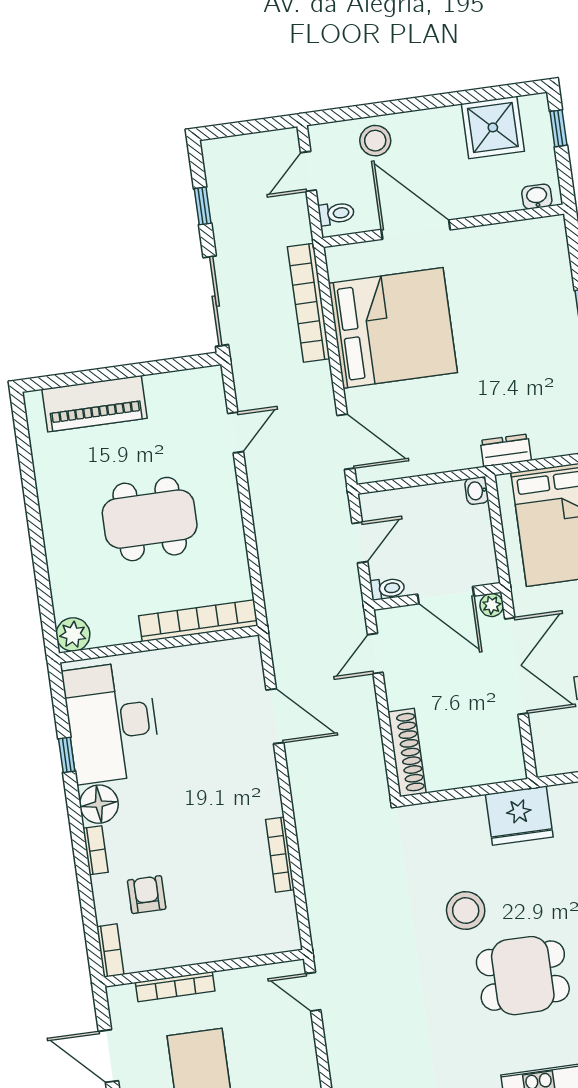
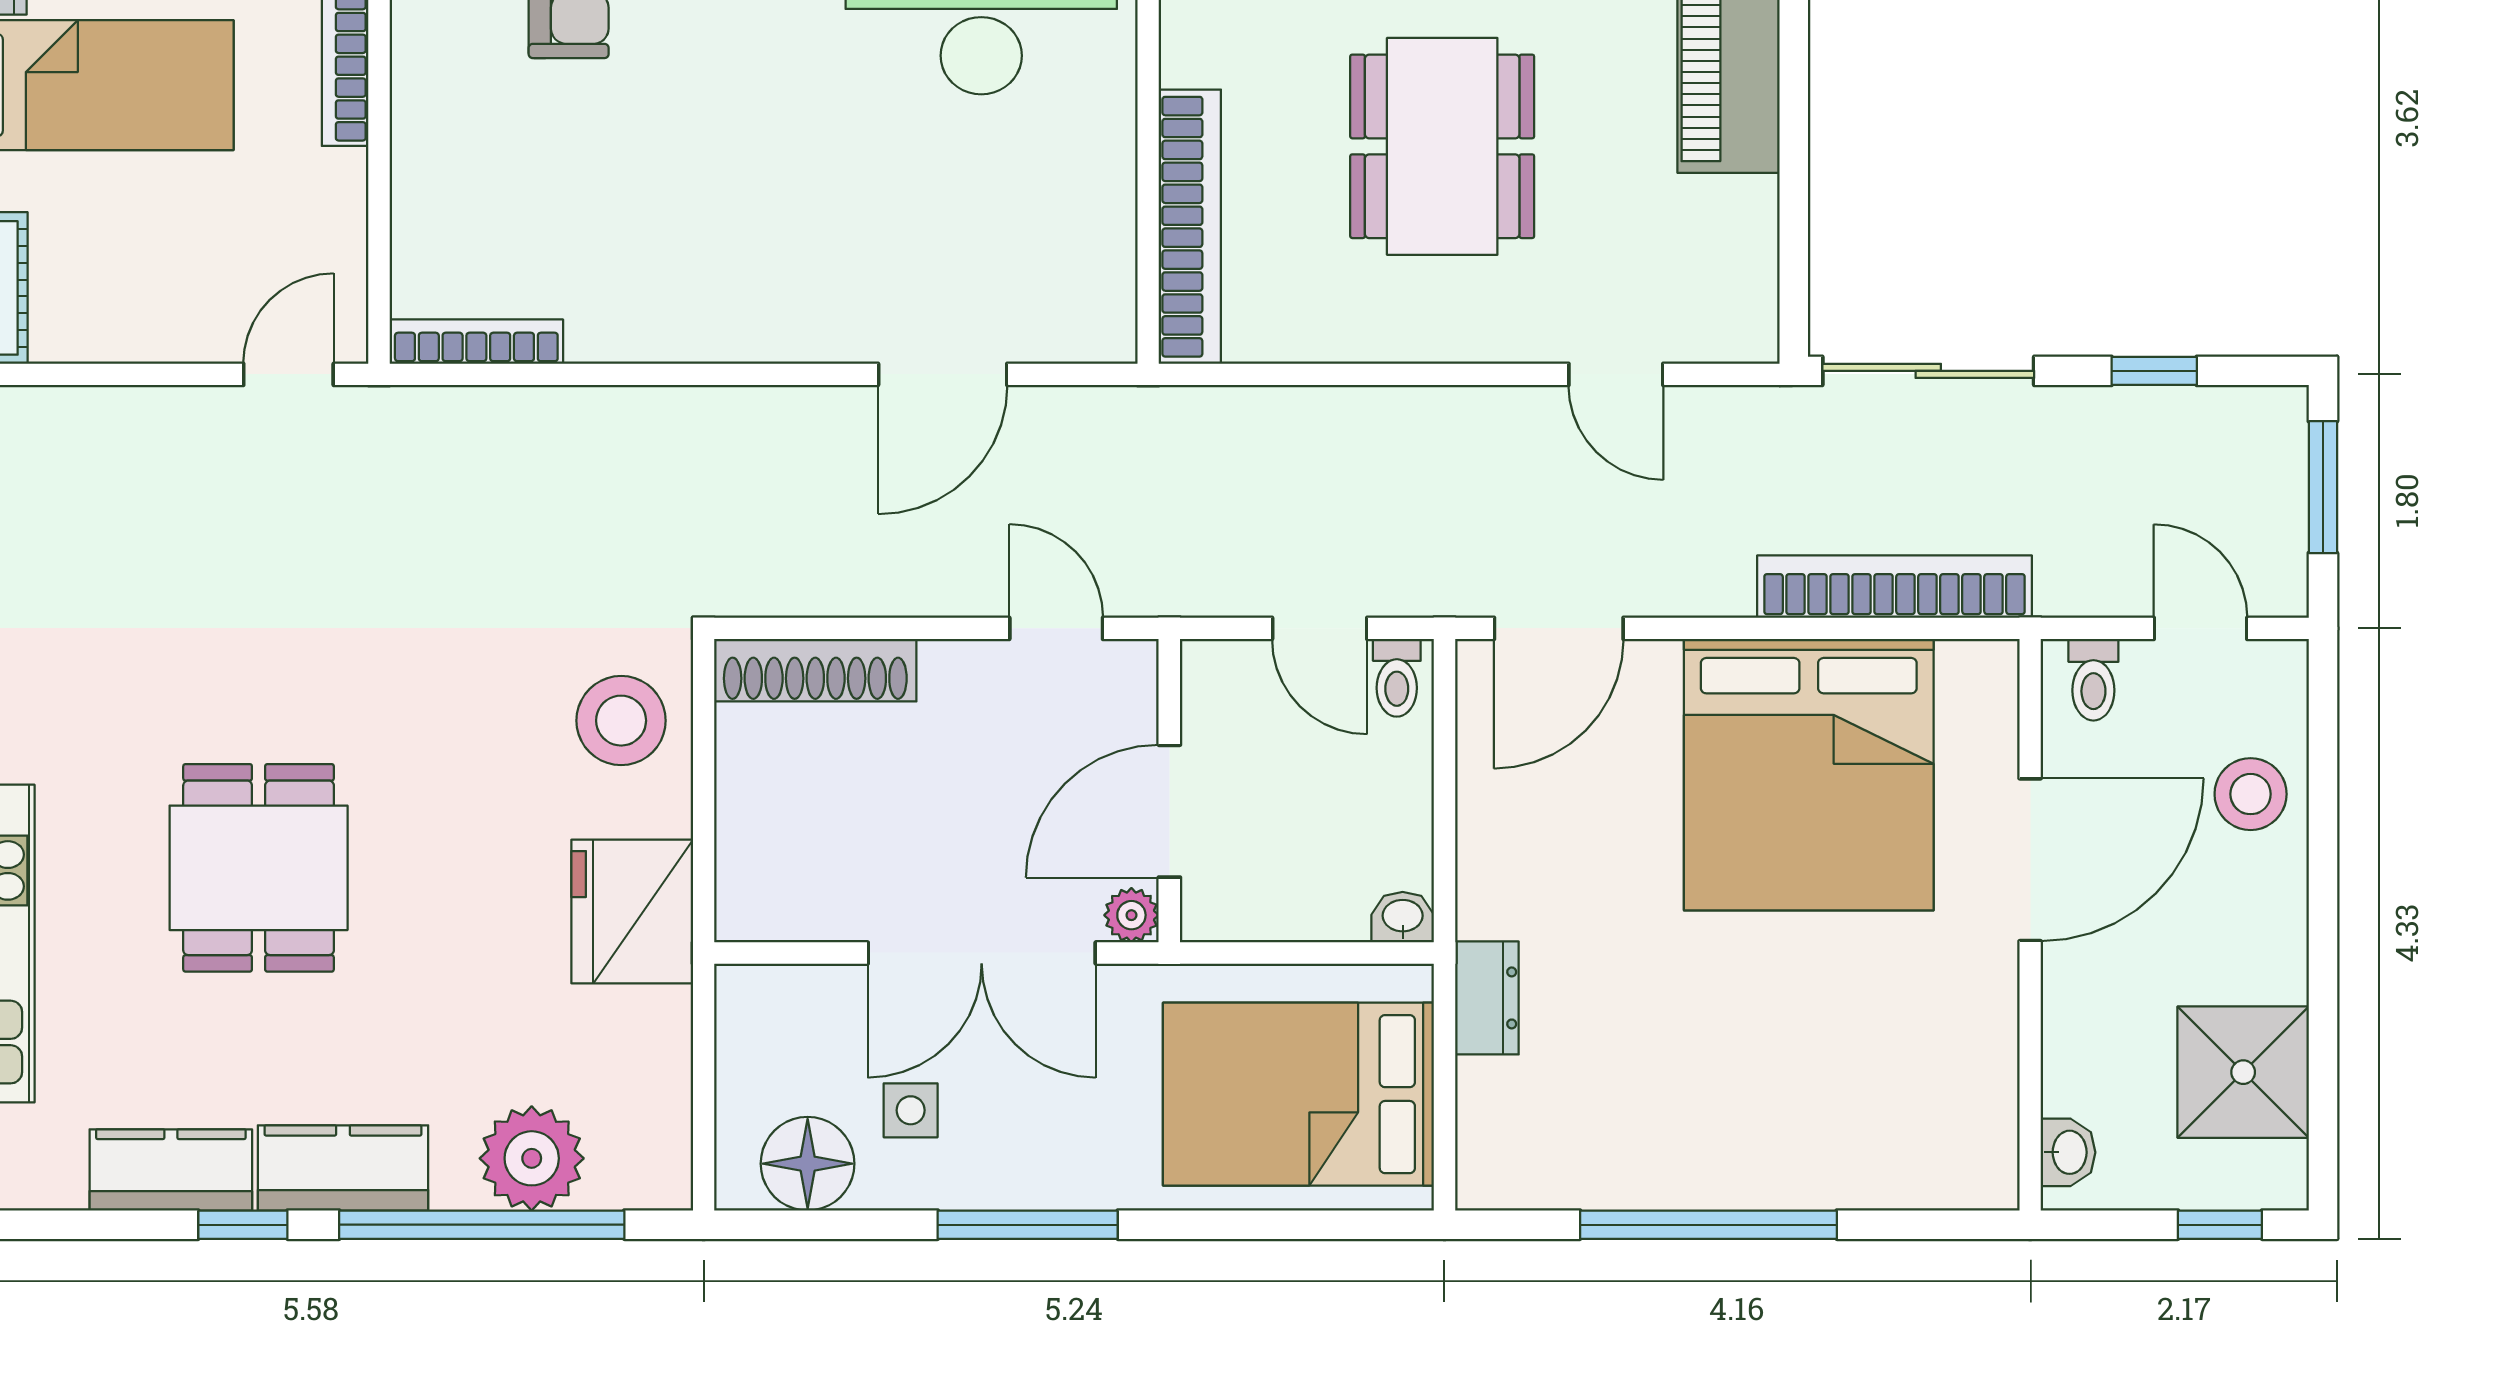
window: (242, 128) -> (2323, 487), added
toilet: (387, 588) -> (1397, 678), moved
bookcase: (280, 855) -> (476, 342), moved
stool: (466, 911) -> (621, 721), moved

